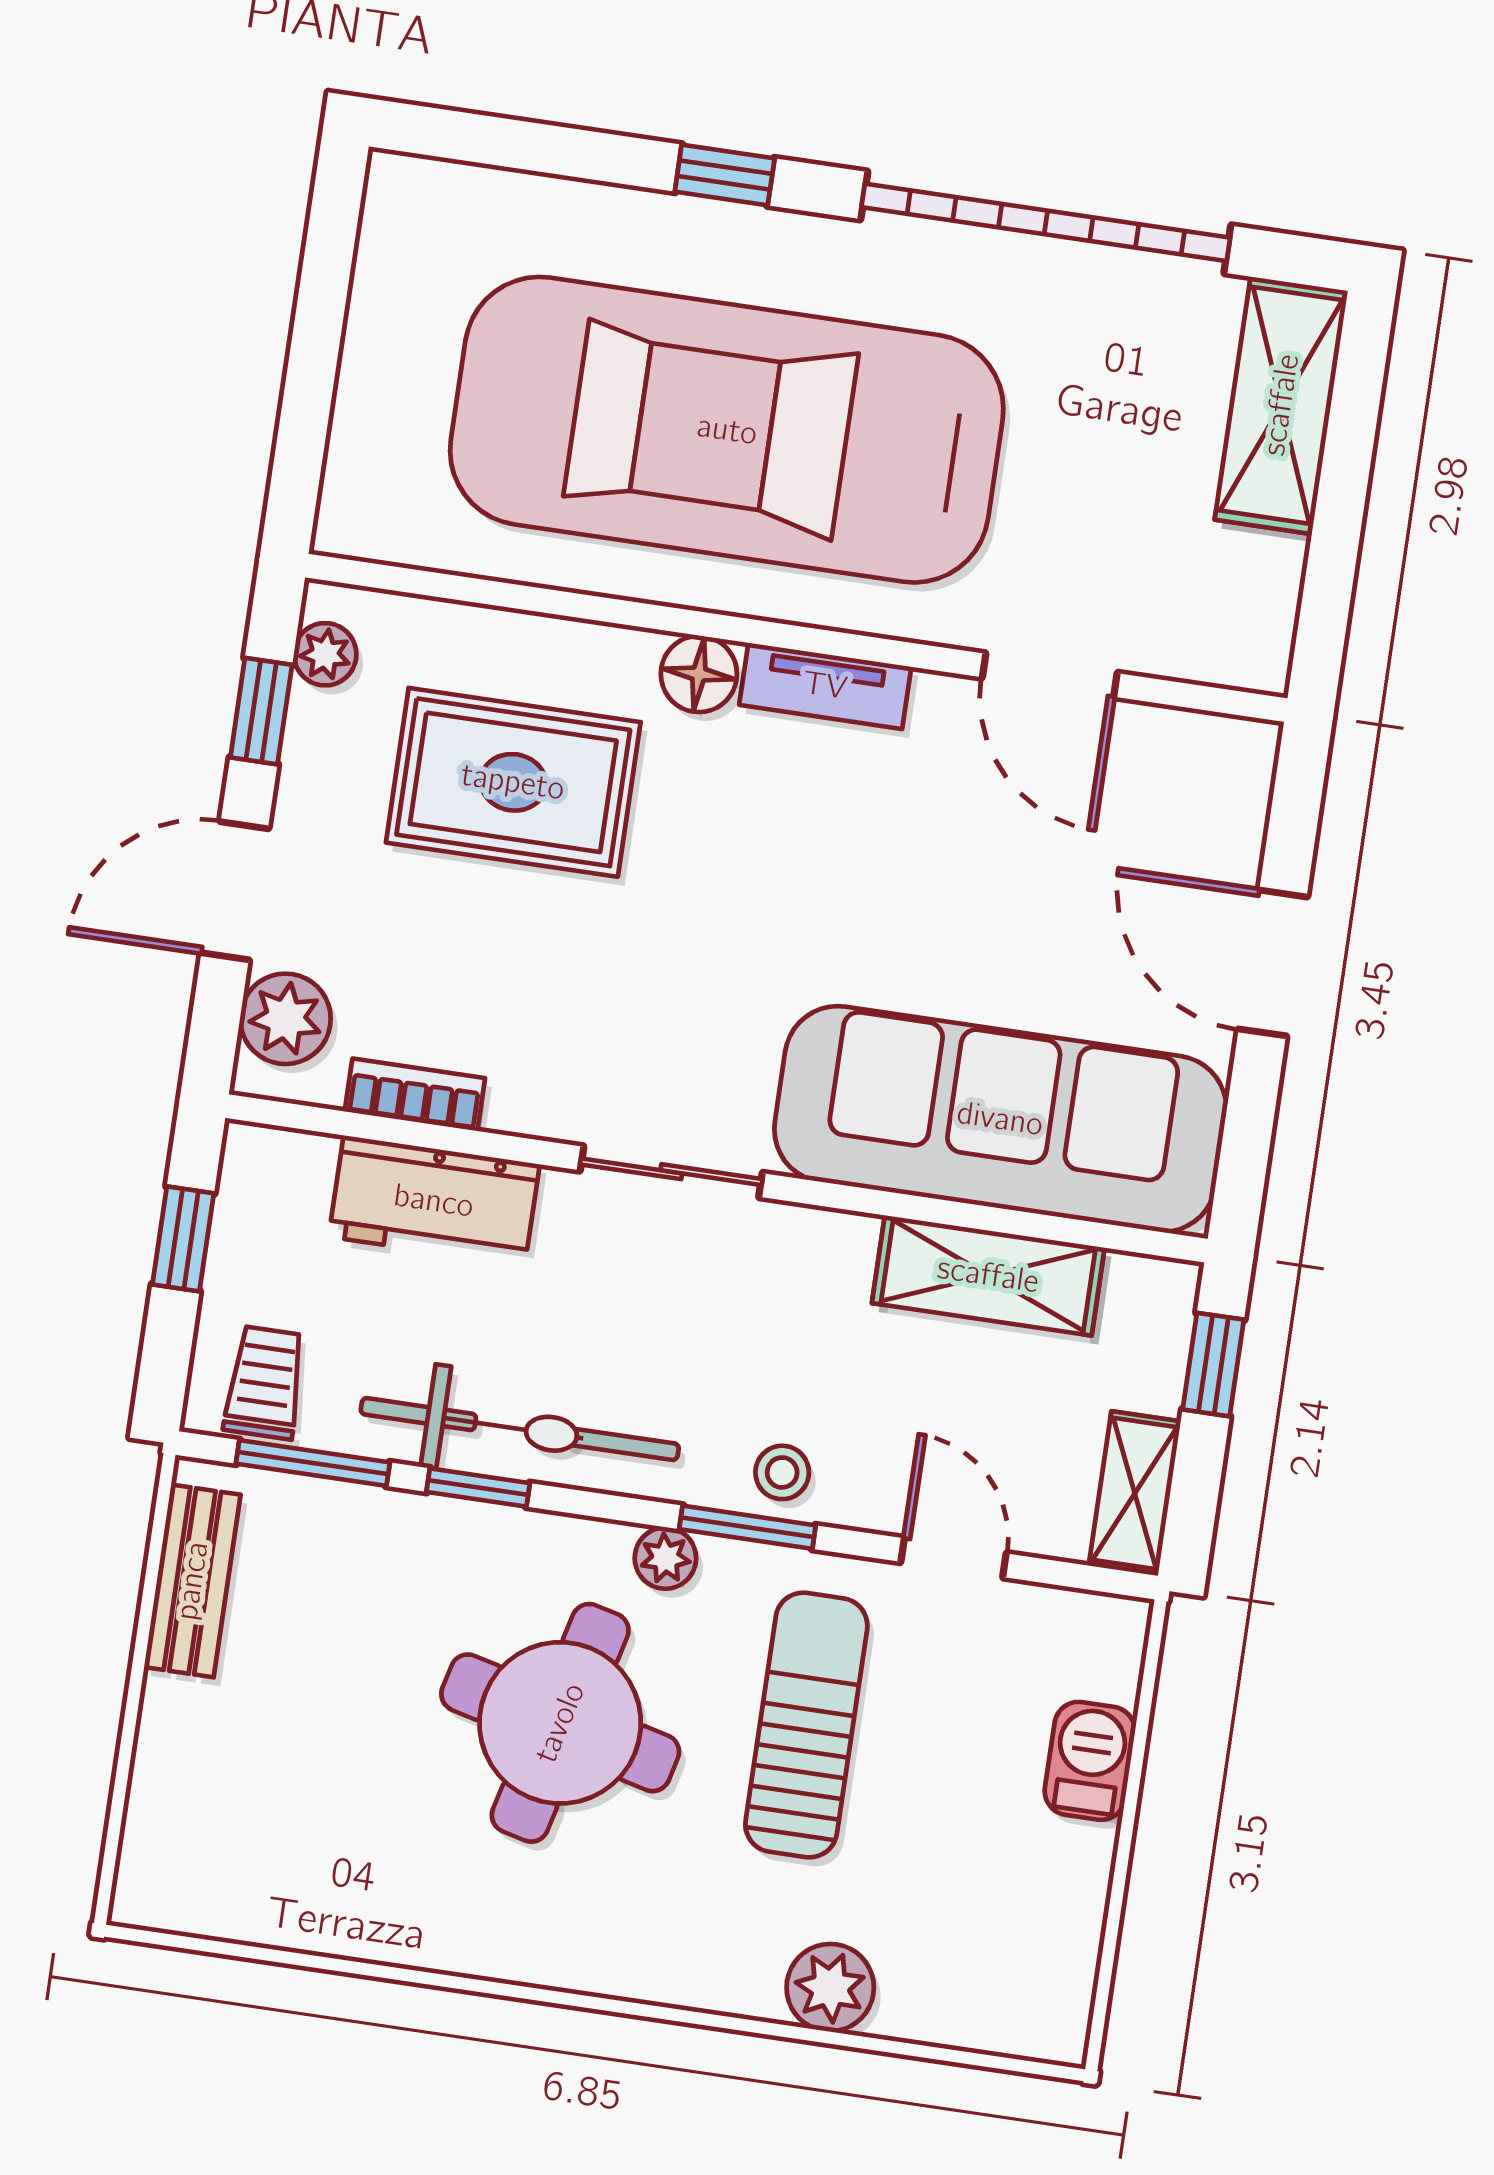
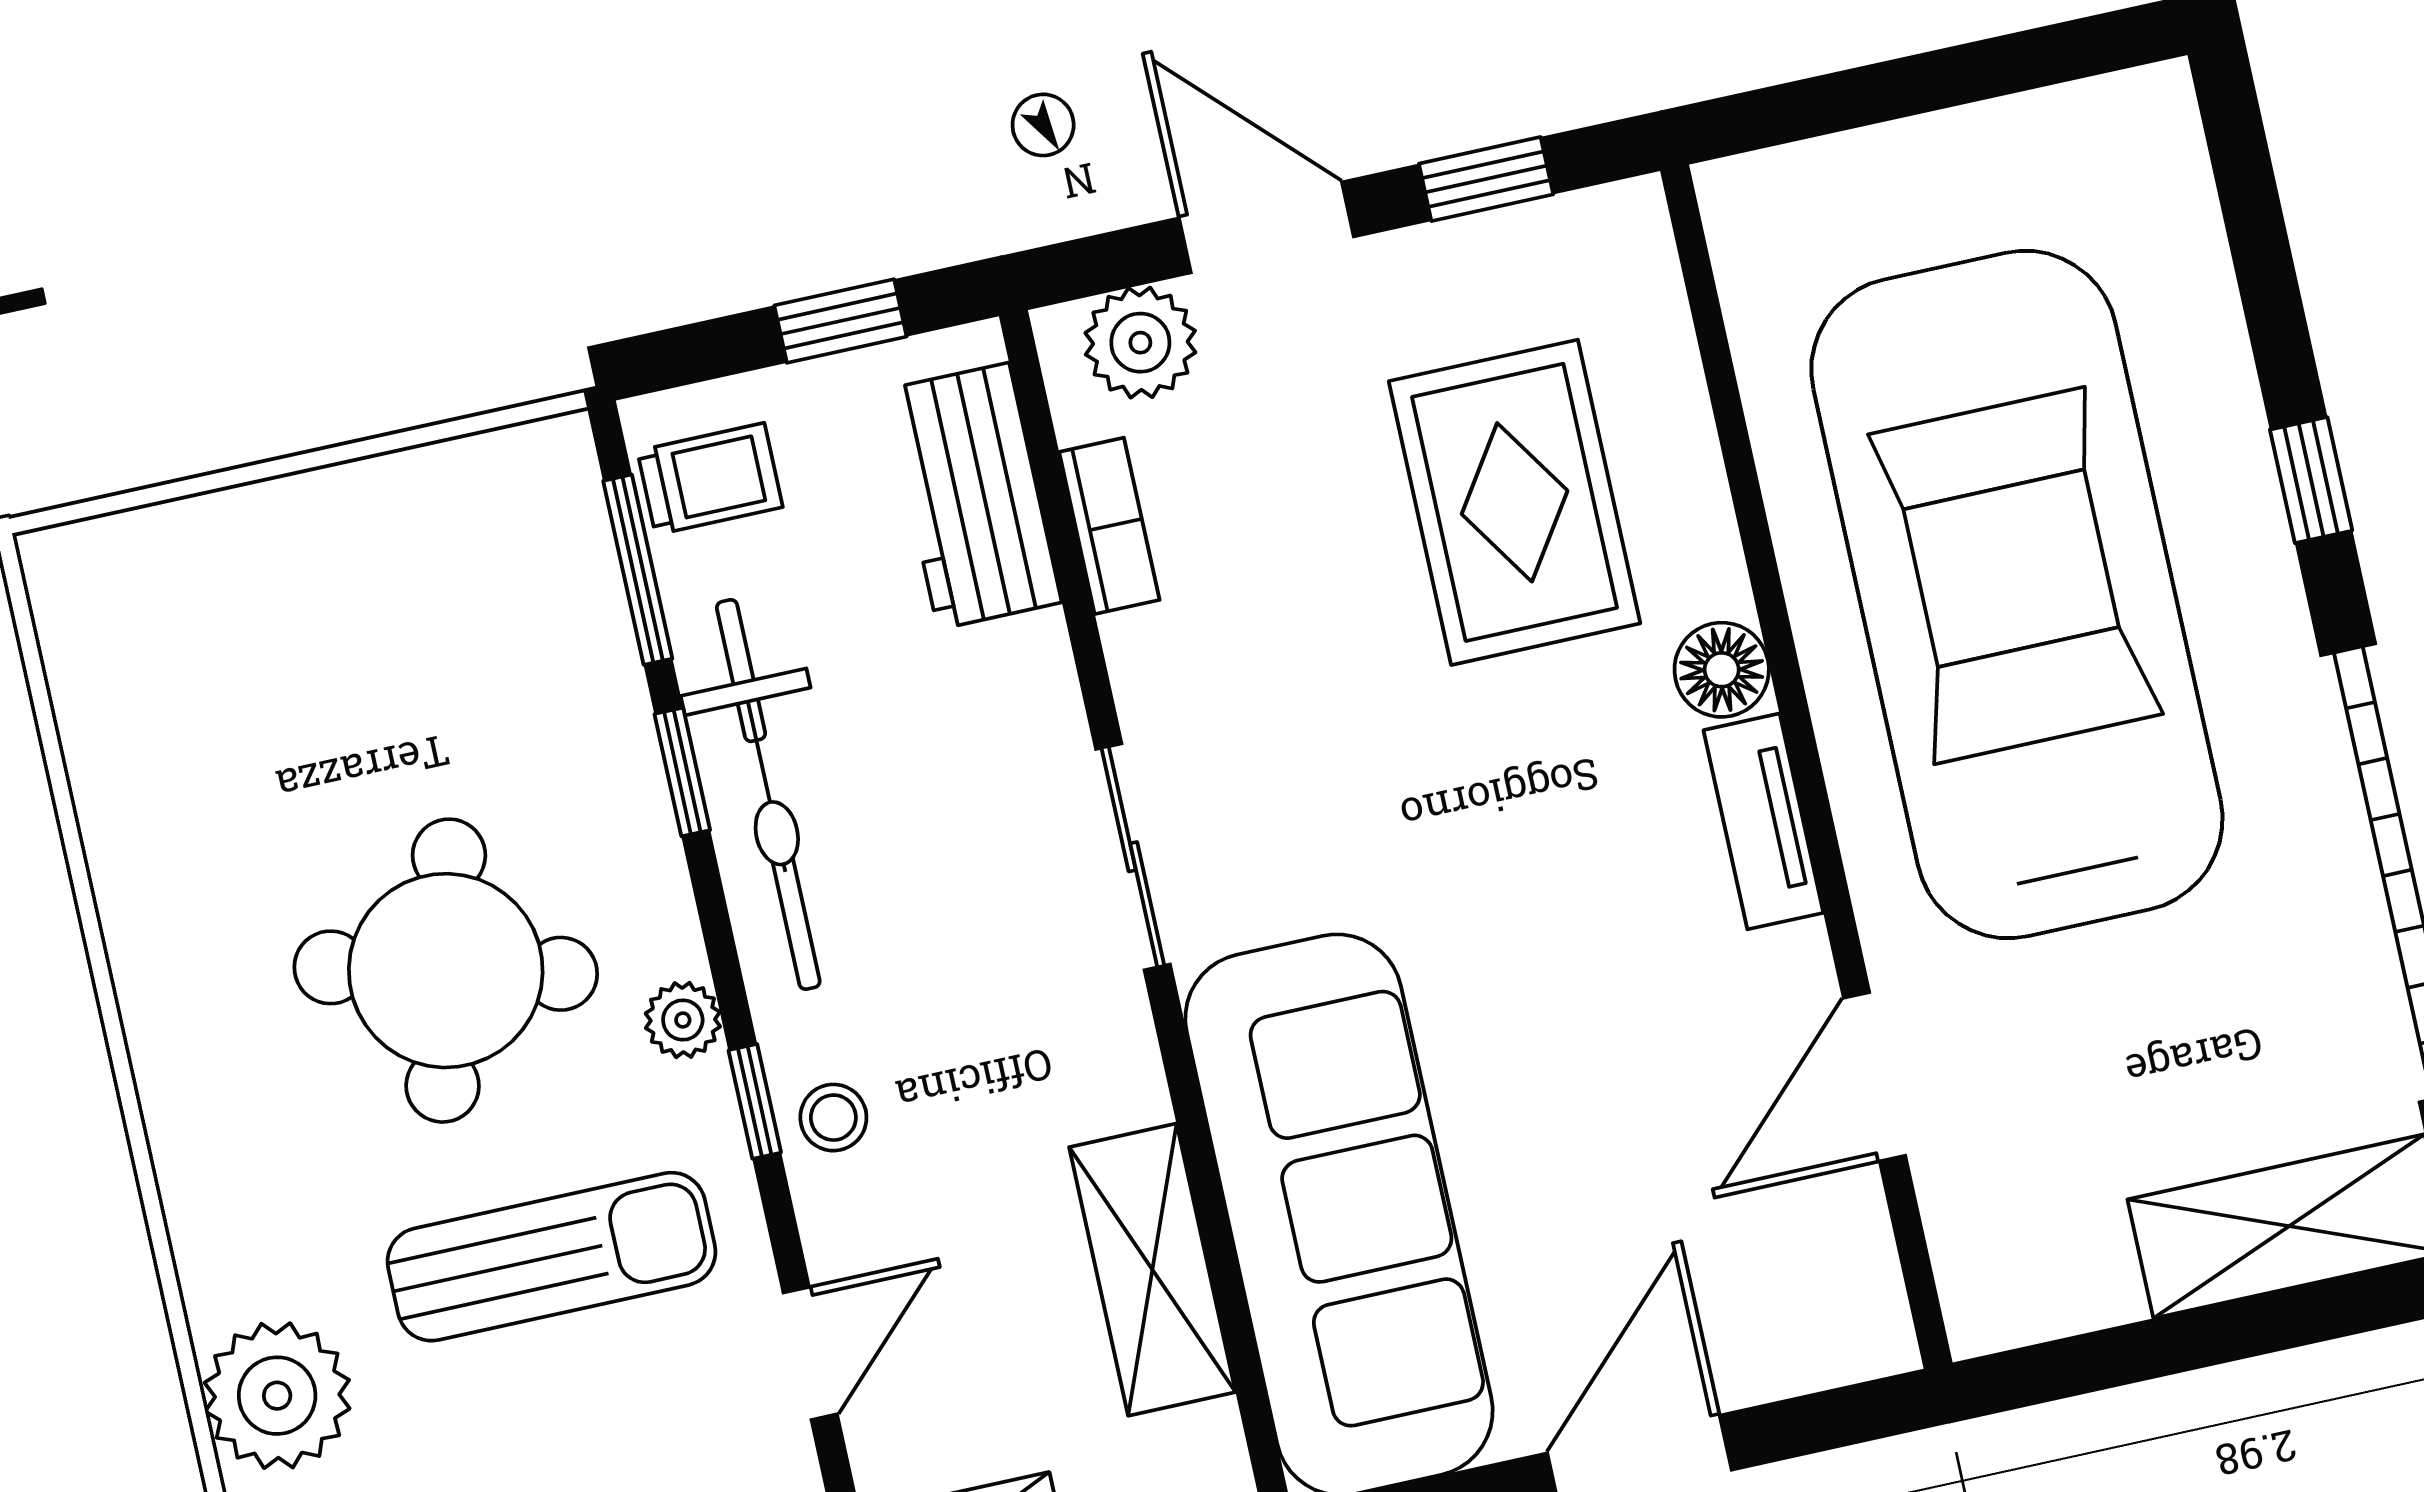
plant: (325, 654) -> (1580, 228), removed
workbench: (434, 1201) -> (974, 496), moved
window: (747, 1527) -> (755, 1101), width x0.67
bench: (192, 1581) -> (448, 482), removed
plant: (830, 1988) -> (277, 1396), width x1.36, depth x1.36

